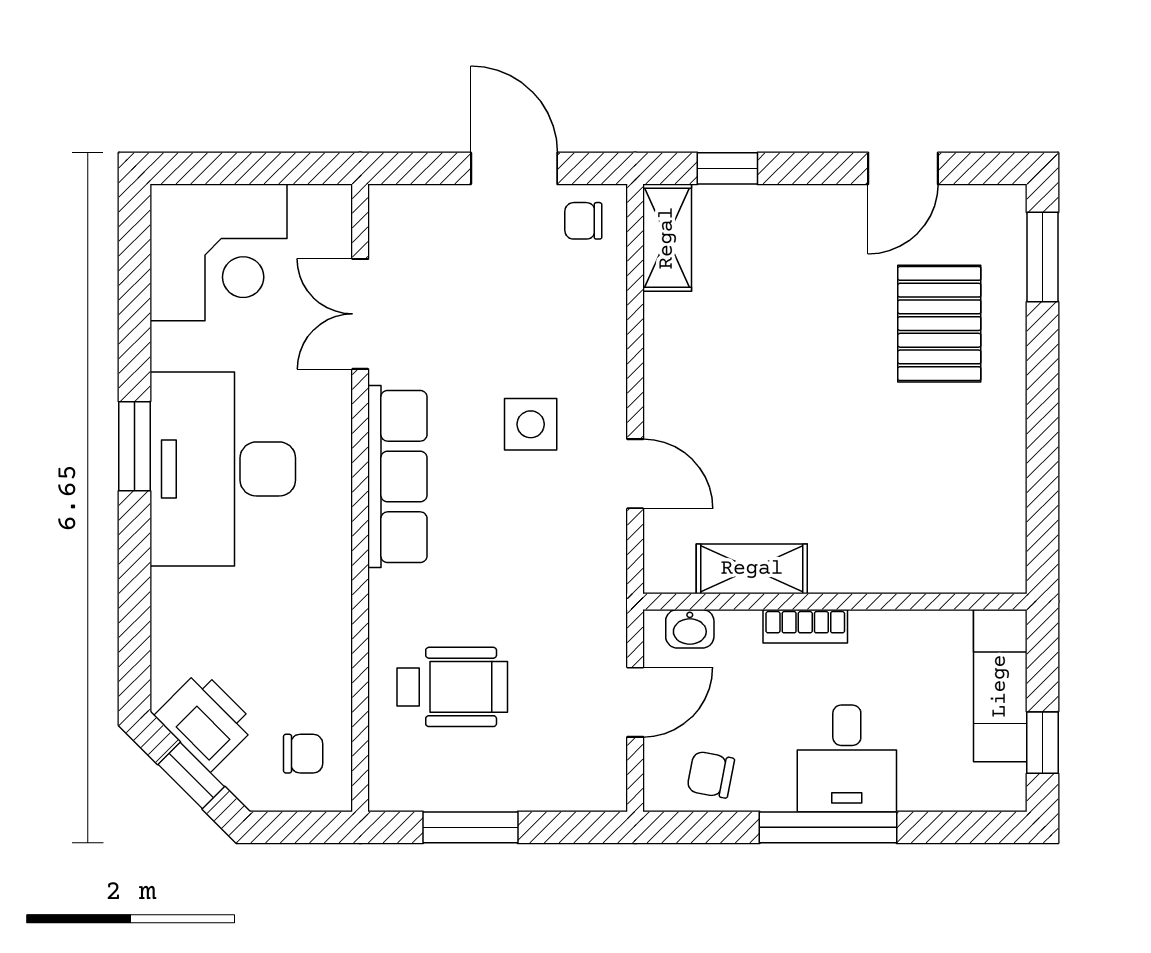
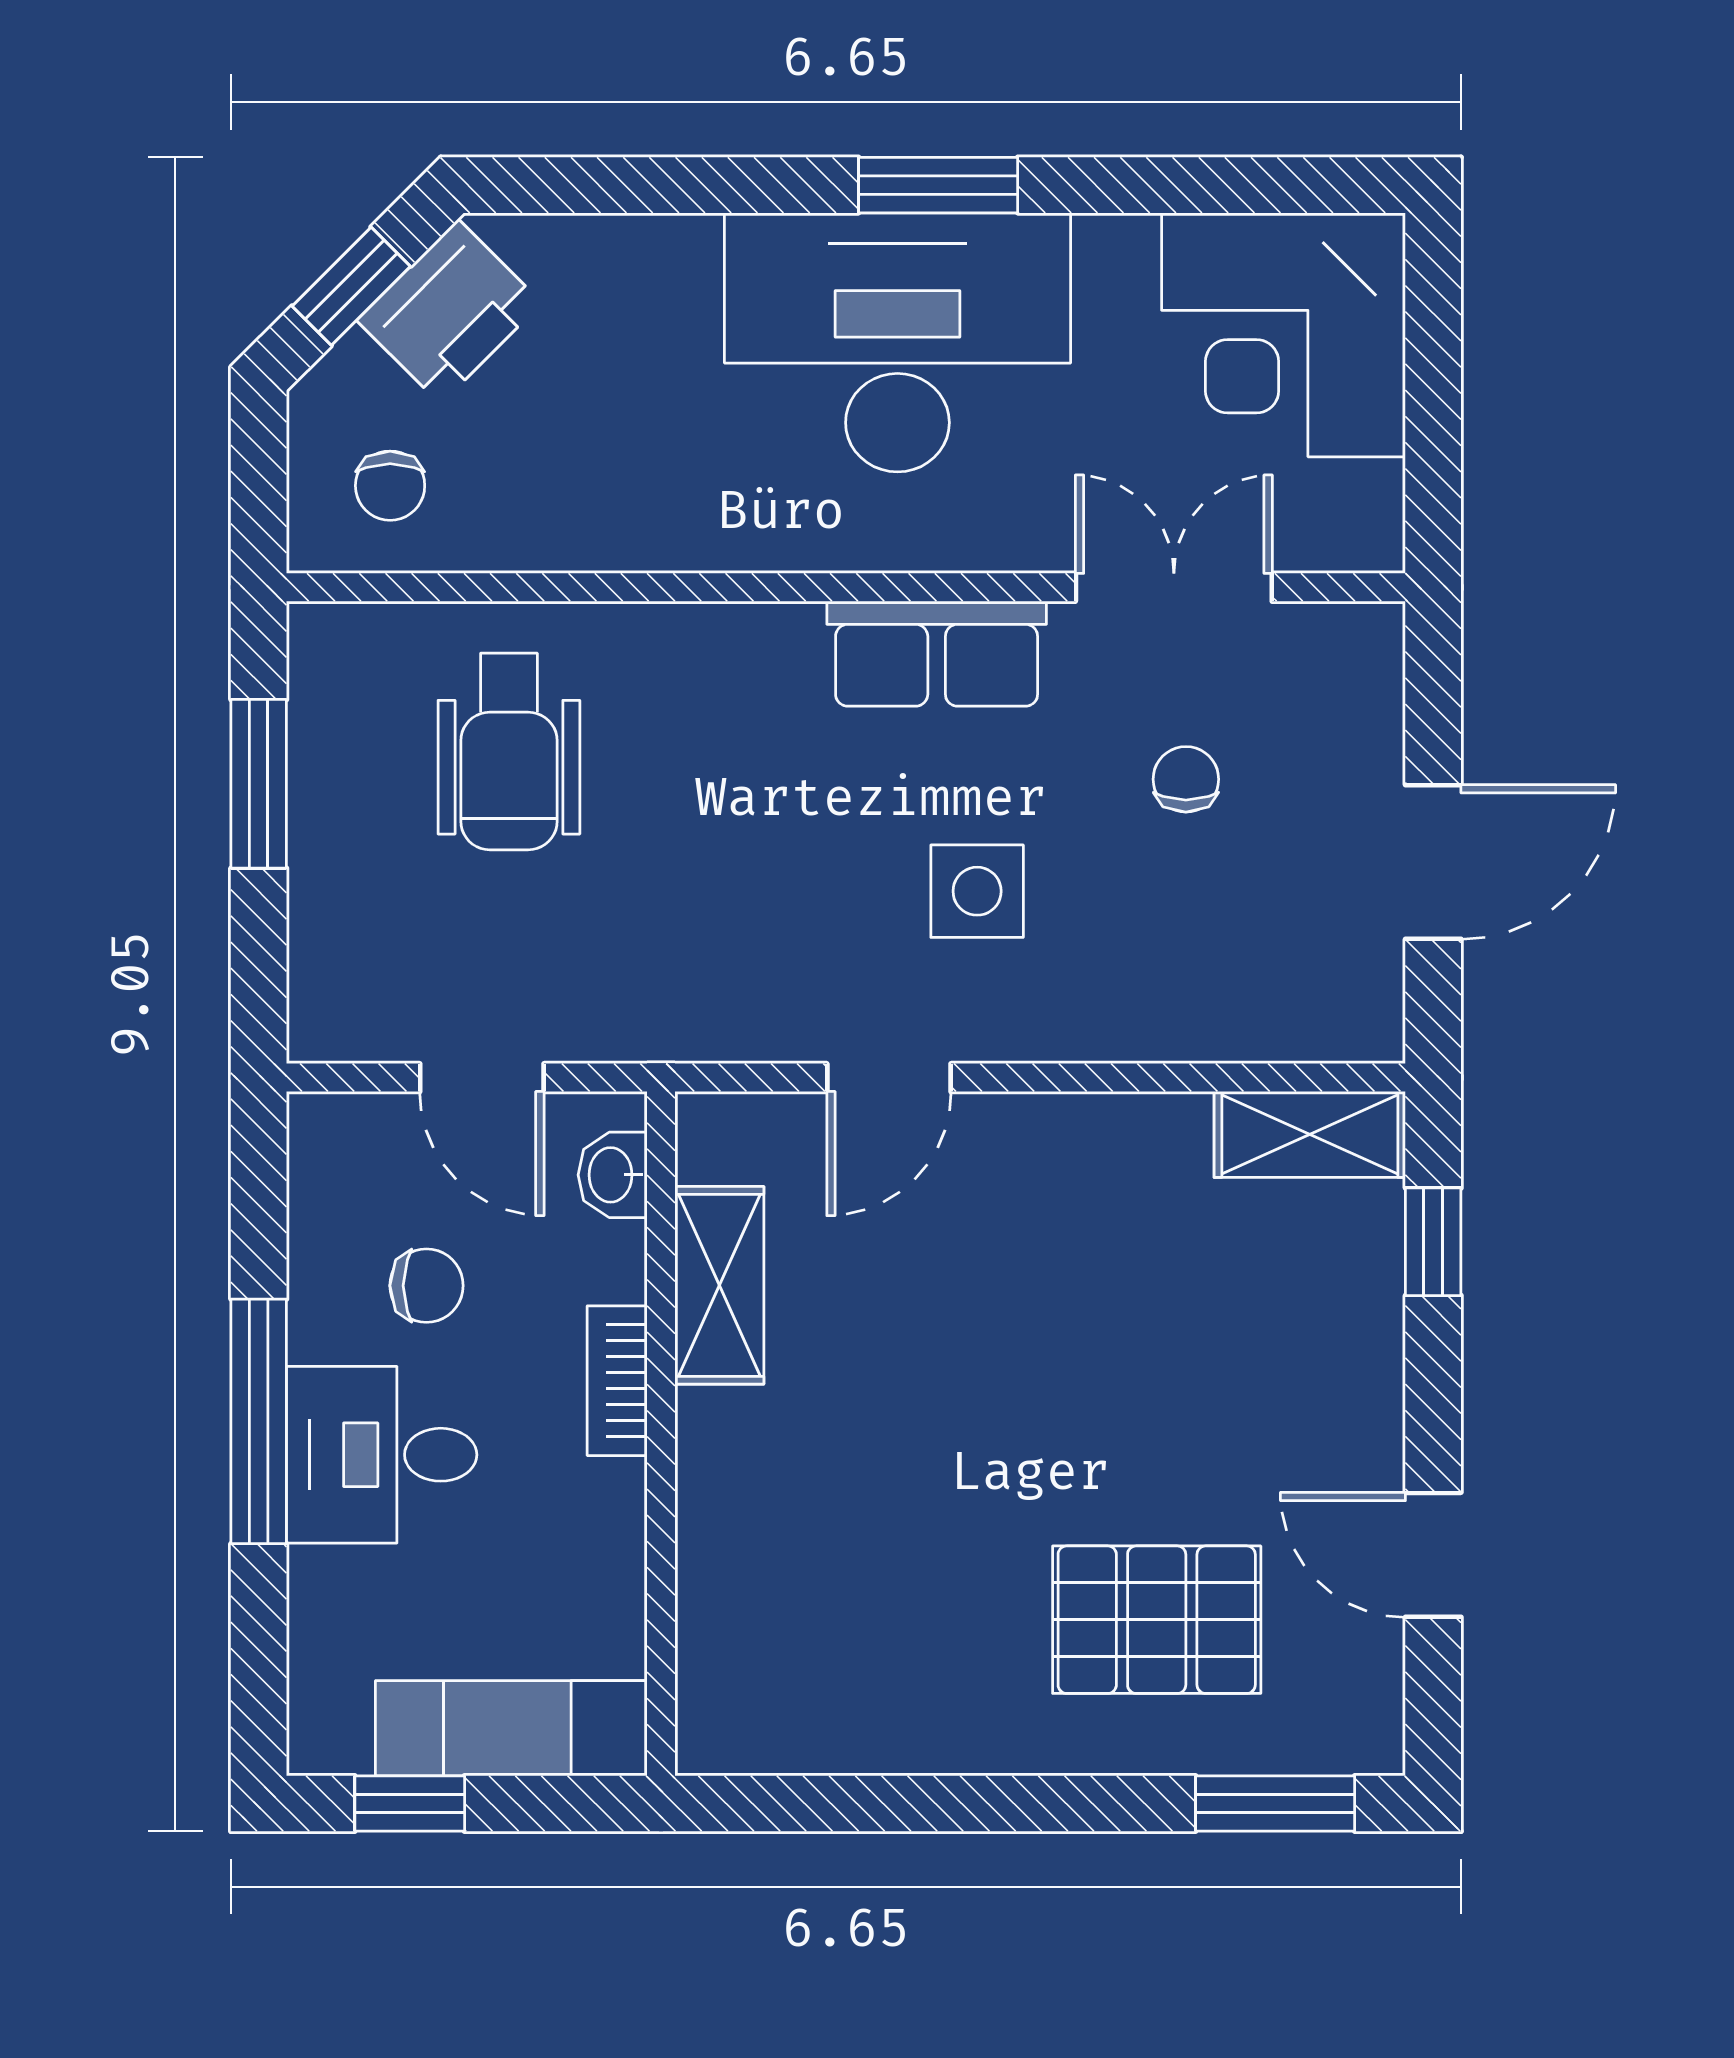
chair: (583, 221) -> (1186, 779), moved
row of seats: (397, 476) -> (937, 654), width x0.68
chair: (711, 775) -> (426, 1286), moved, turned 79

